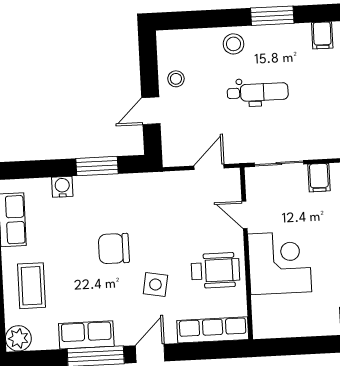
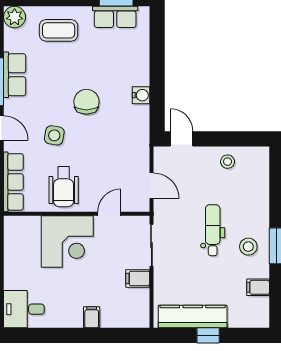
stool: (234, 44) -> (248, 247), moved
dental chair: (258, 92) -> (213, 230), turned 180
door: (151, 111) -> (182, 139), moved
window: (97, 166) -> (157, 91), removed
water cooler: (62, 187) -> (141, 95), moved

